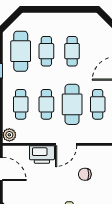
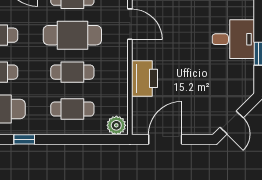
door: (66, 144) -> (130, 24), moved
chair: (85, 174) -> (173, 17), removed

